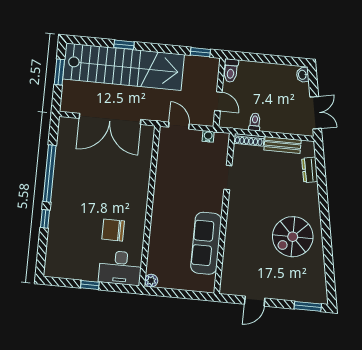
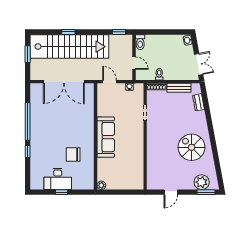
spiral stairs: (293, 237) -> (192, 147), turned 90
sofa: (206, 243) -> (106, 137), moved, turned 180
desk: (120, 268) -> (58, 179), moved
plant: (303, 291) -> (202, 182), added

